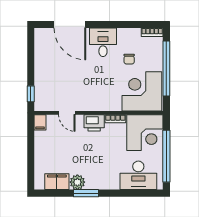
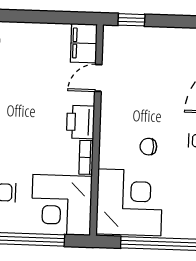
chair: (129, 59) -> (148, 147), moved
filing cabinet: (40, 122) -> (84, 43), width x2.00

